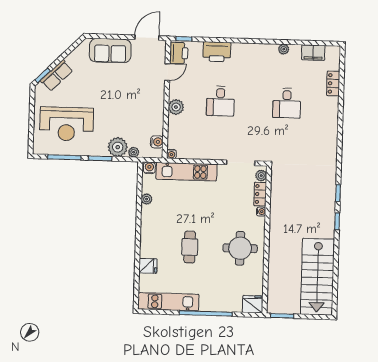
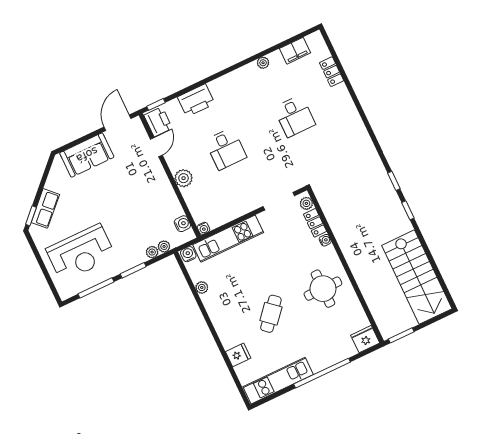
plant: (118, 147) -> (152, 252), width x0.53, depth x0.53
cafe table: (190, 247) -> (271, 314), turned 41

